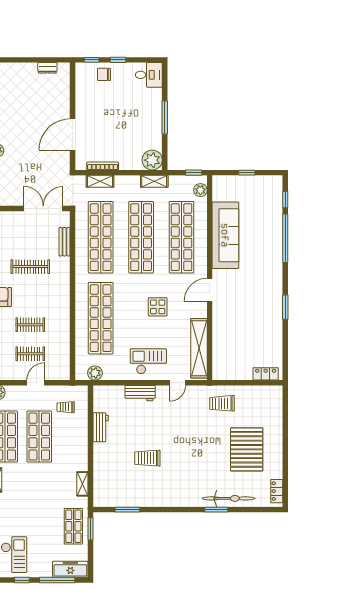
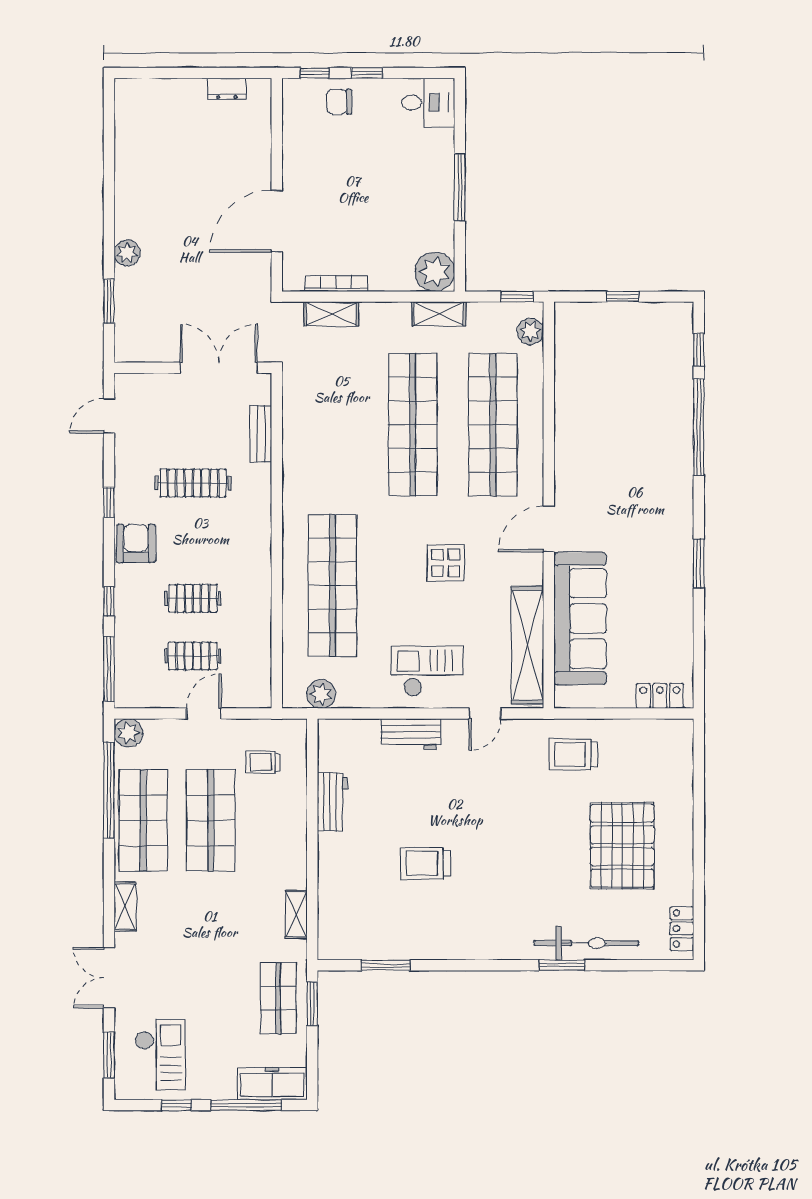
sofa: (225, 235) -> (580, 619), moved
shop shelf: (101, 237) -> (333, 425), removed

